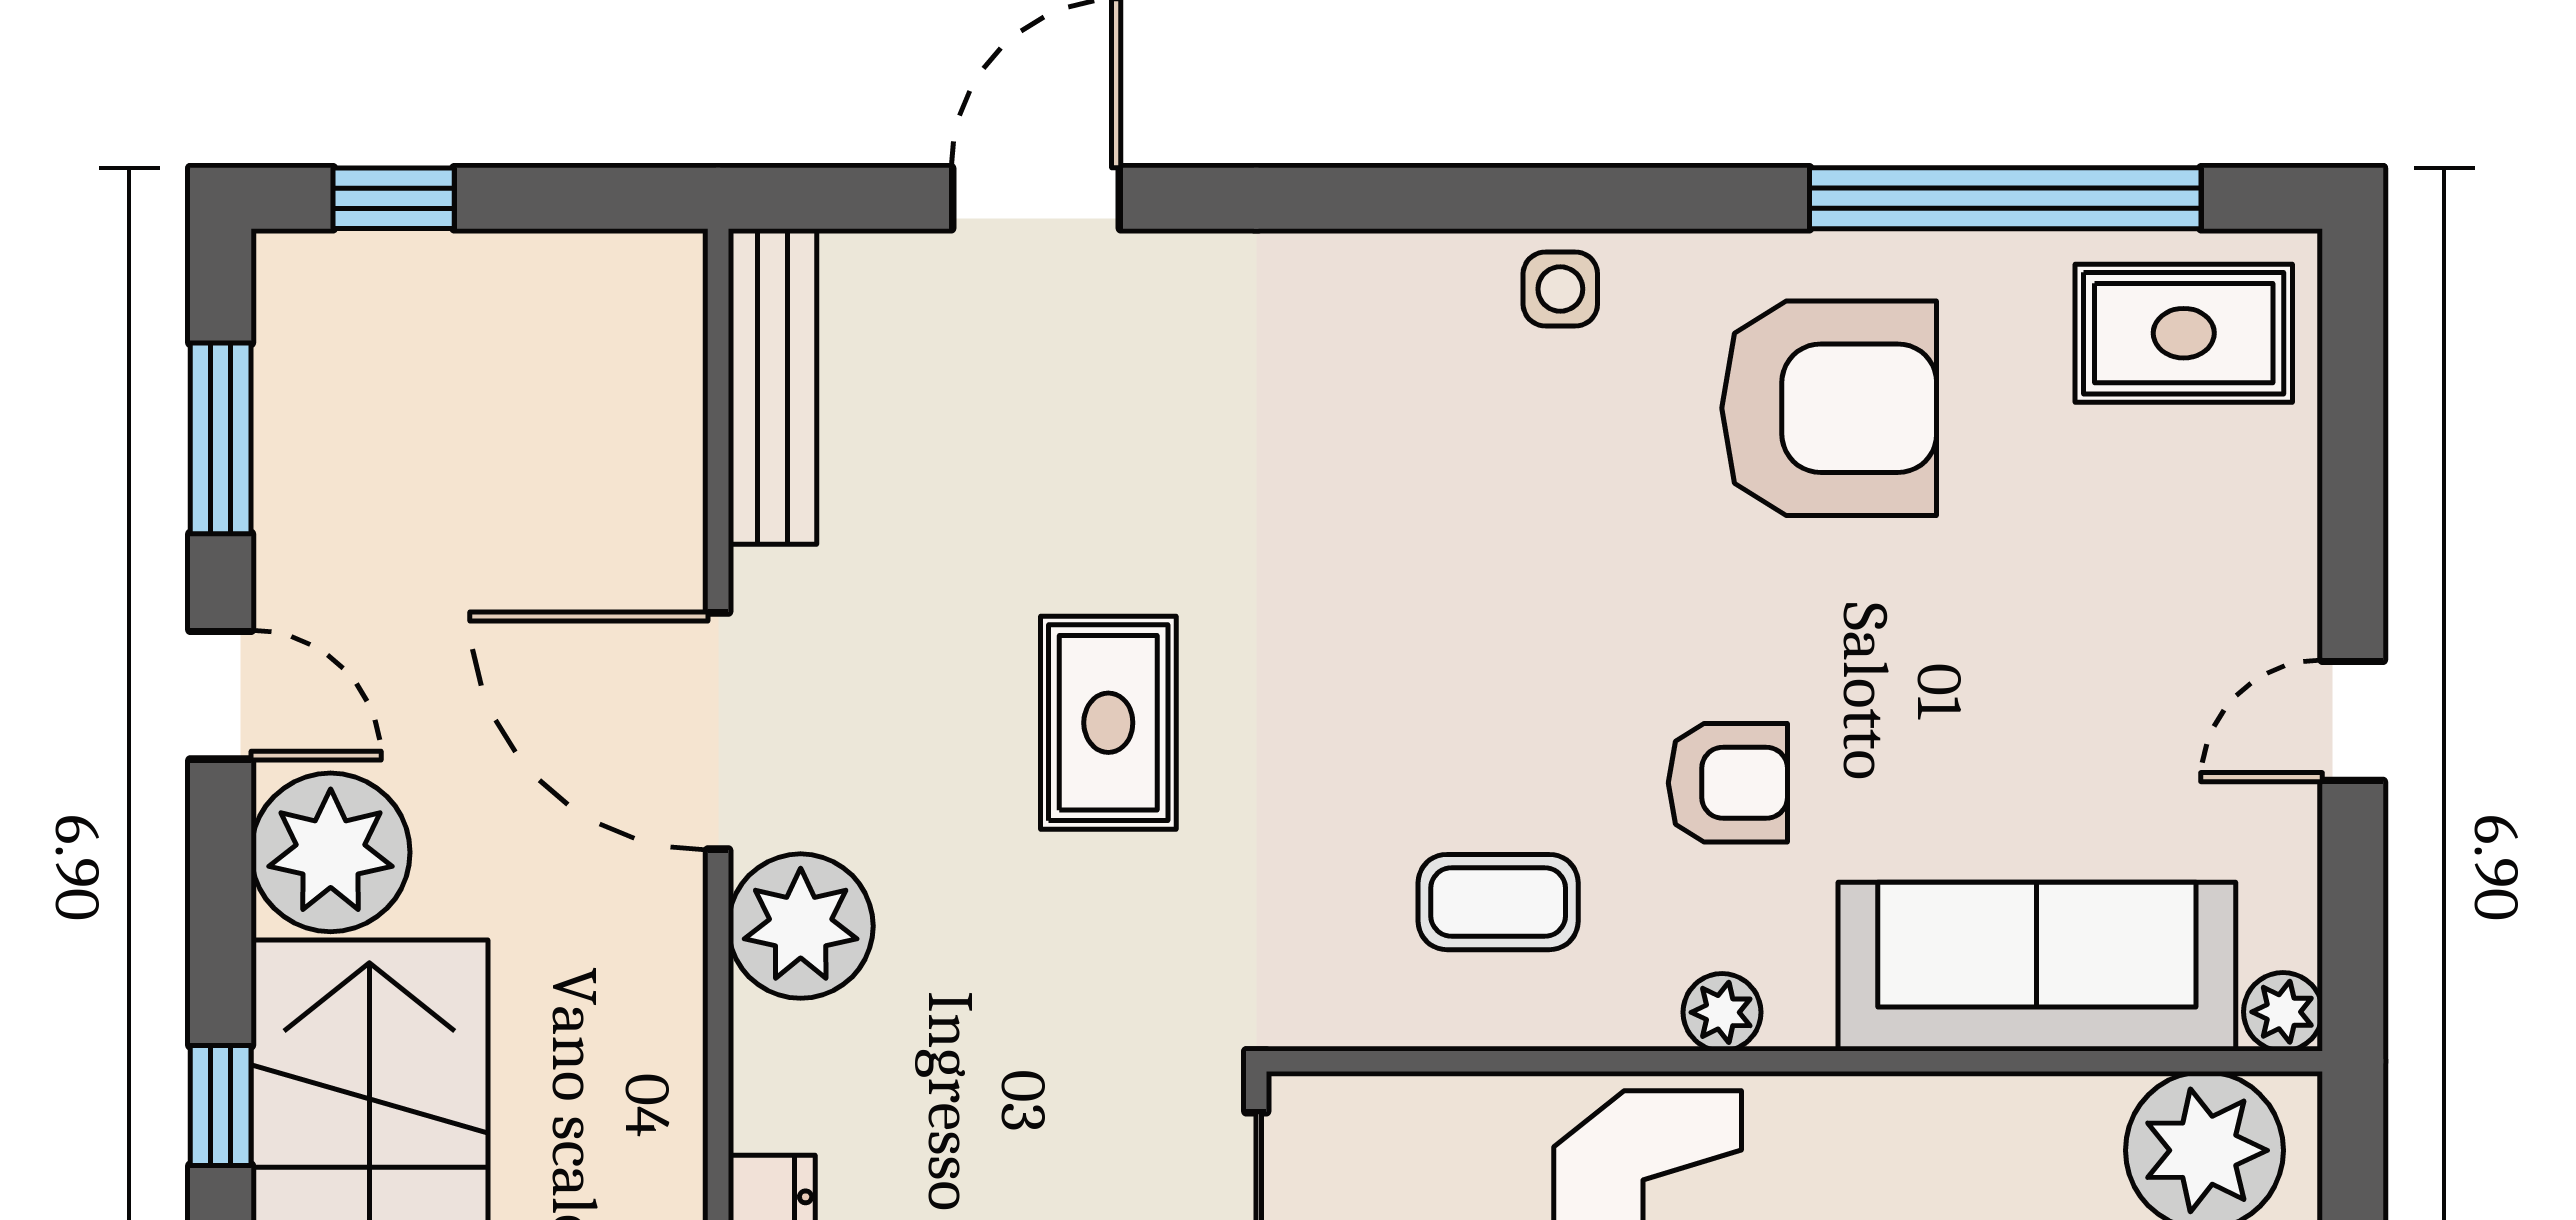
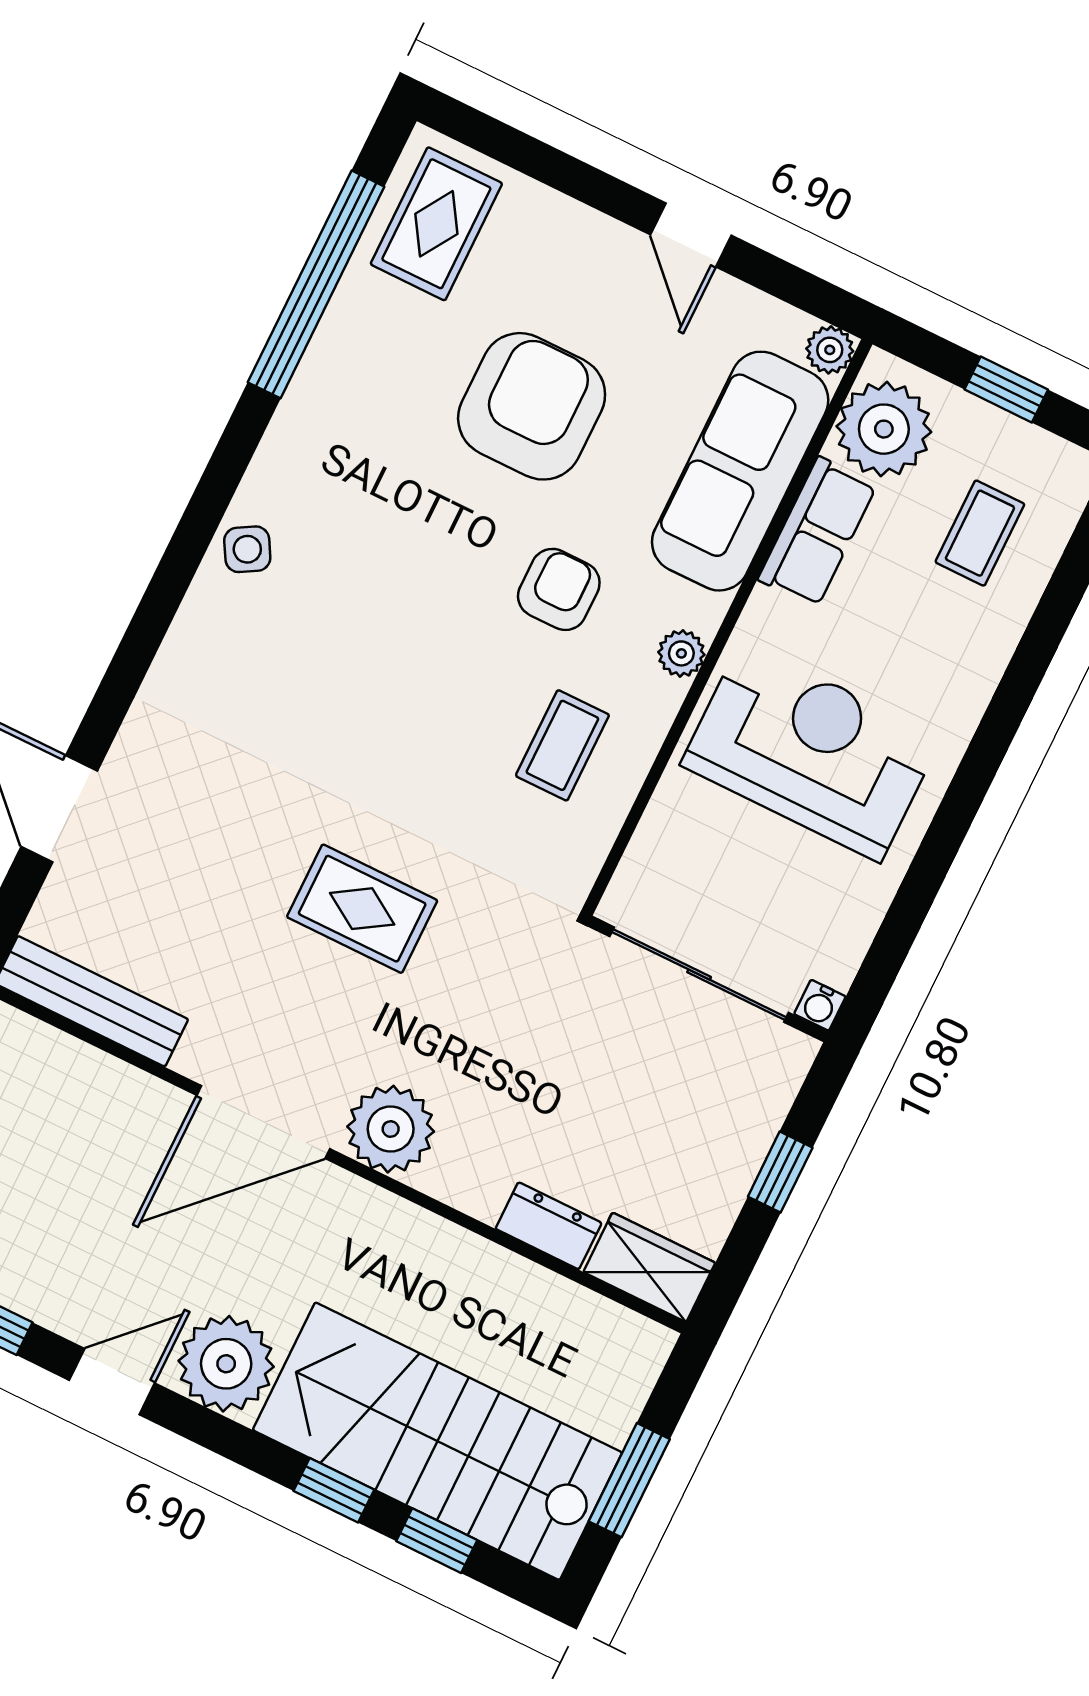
side table: (1560, 289) -> (247, 549), turned -30
armchair: (1829, 408) -> (532, 406), moved
row of seats: (2002, 1127) -> (817, 532), added

